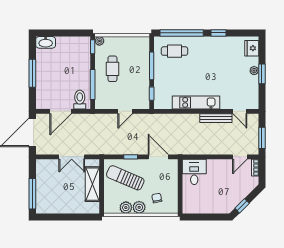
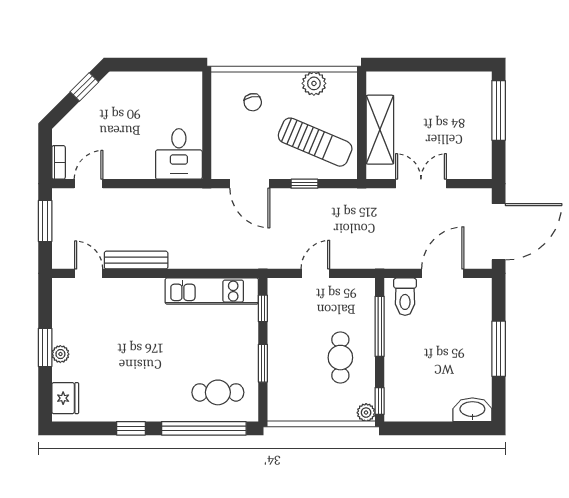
window: (152, 66) -> (263, 363), width x0.69
kitchen unit: (196, 102) -> (212, 291), moved
plant: (139, 207) -> (288, 84), removed

